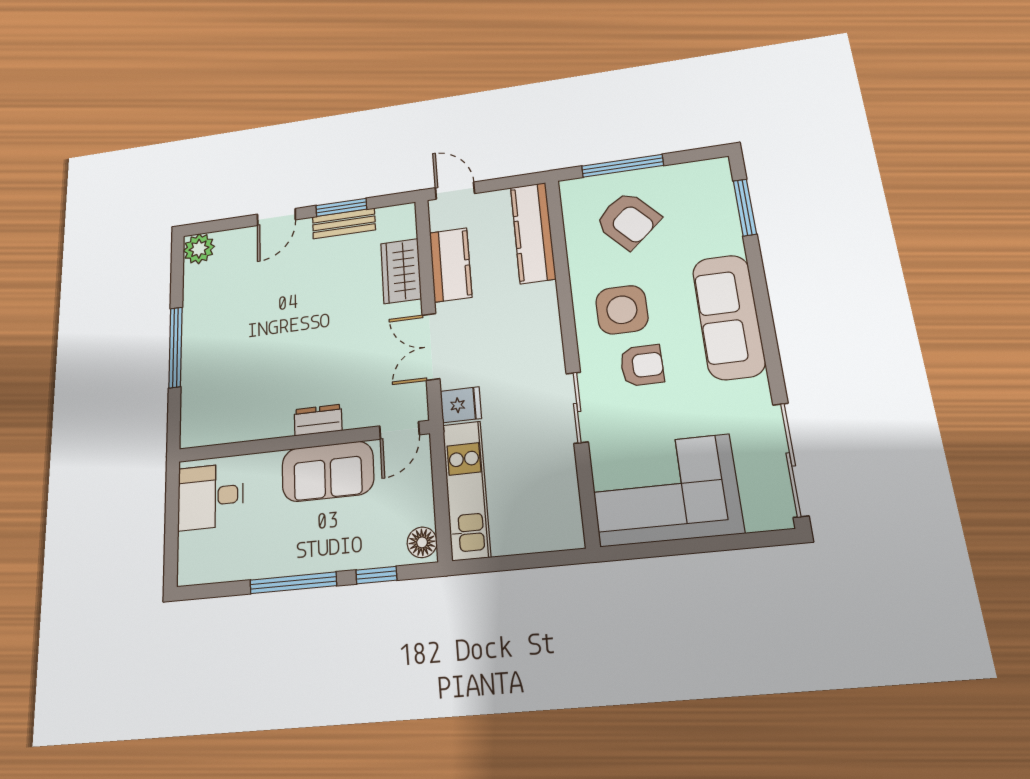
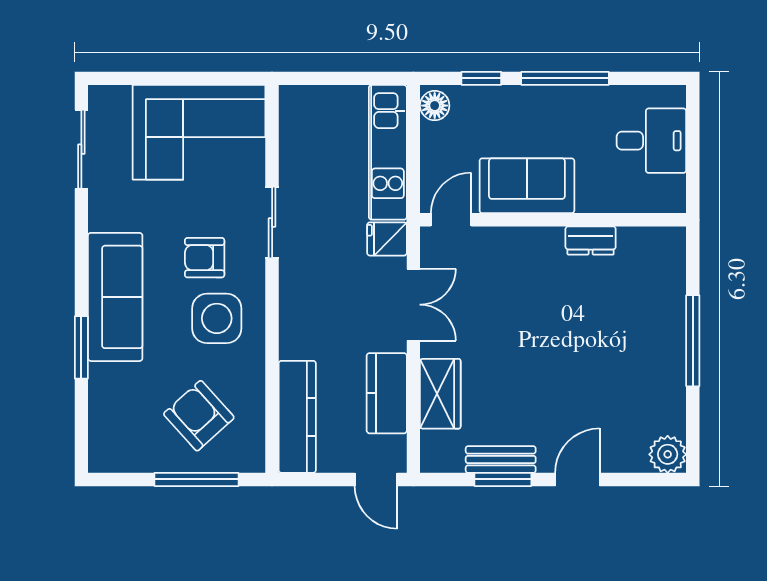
window: (745, 207) -> (81, 347), moved
dresser: (318, 420) -> (591, 240), moved
sliding door: (791, 459) -> (81, 149), width x0.73
desk: (210, 497) -> (651, 141), moved

